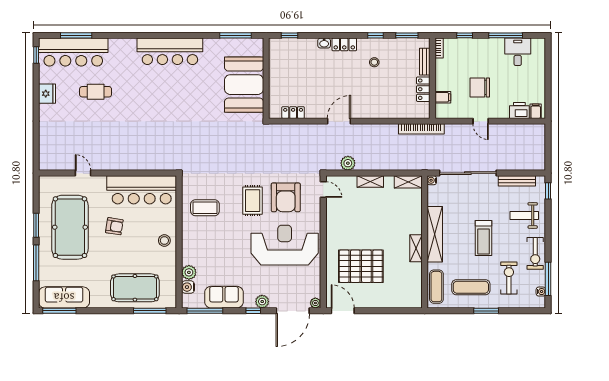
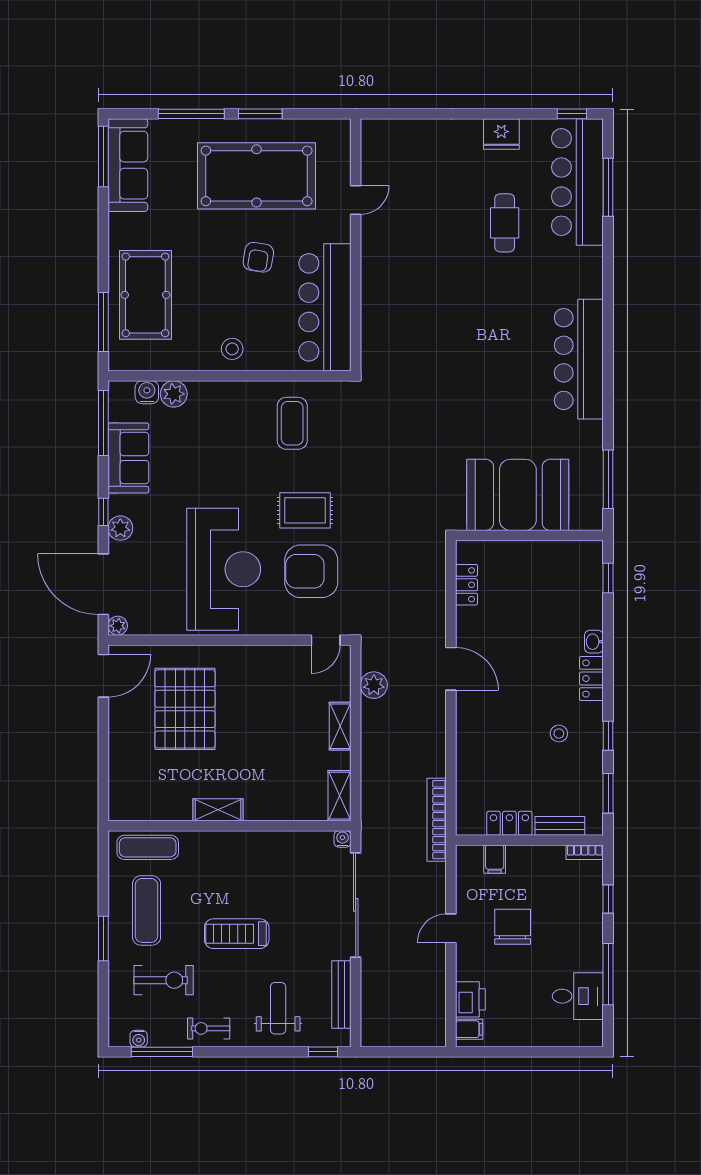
shelving: (435, 234) -> (244, 844), removed
exercise bike: (535, 253) -> (209, 1028), width x0.73, depth x0.72

